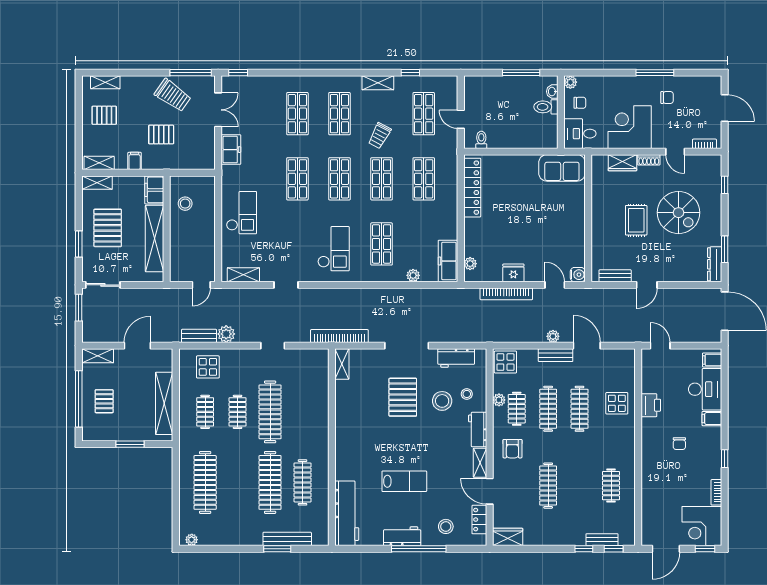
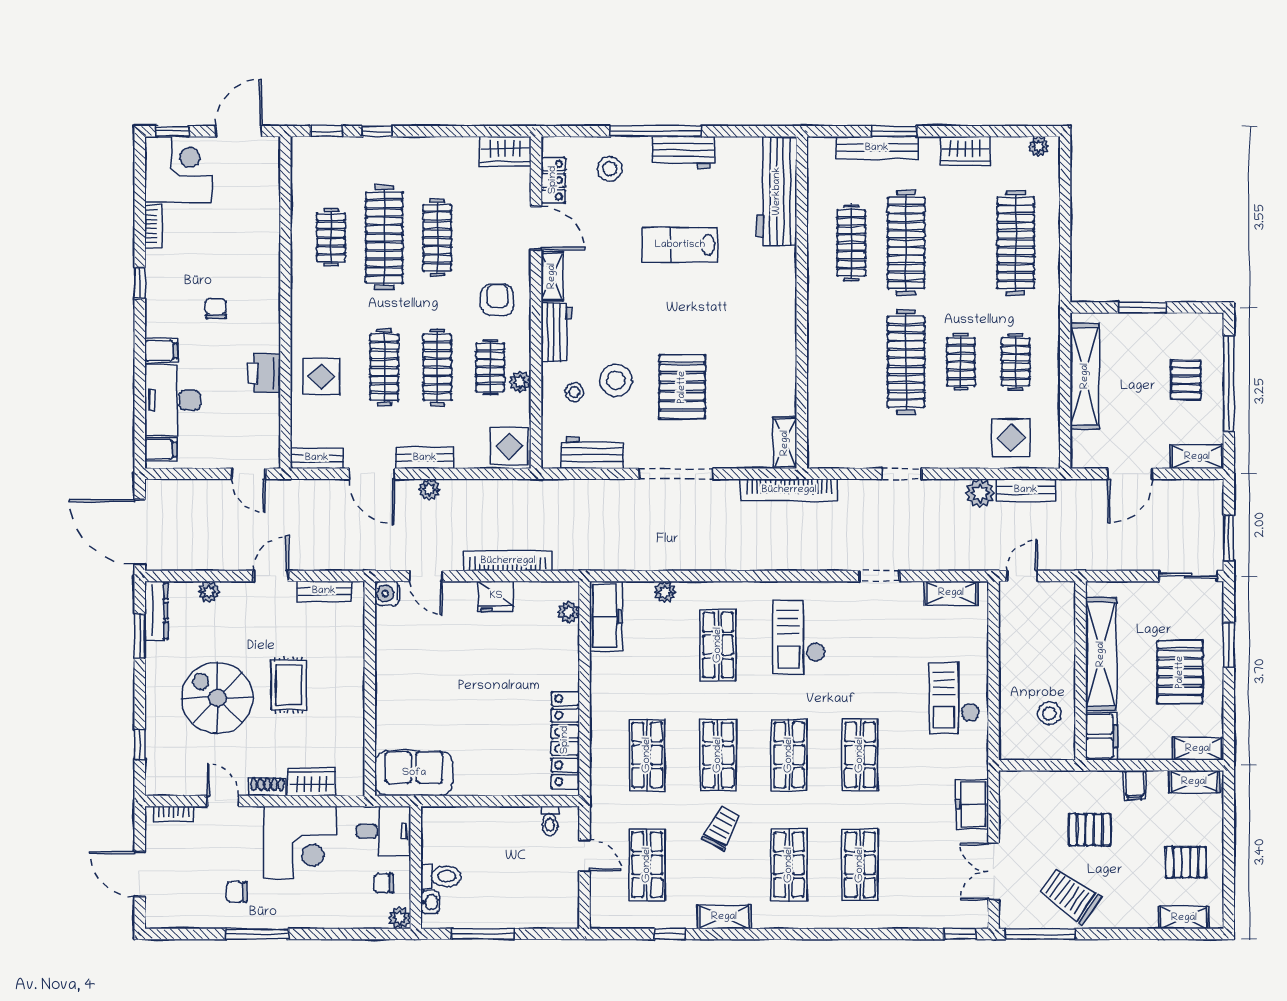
plant: (684, 276) -> (209, 592), added
clothes rail: (580, 486) -> (384, 238), added
wardrobe: (235, 537) -> (965, 151), added
bench: (602, 540) -> (317, 458), moved

